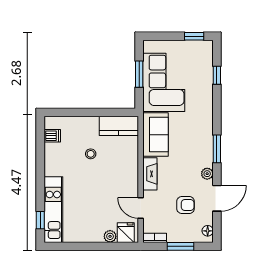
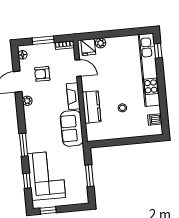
corner sofa: (164, 82) -> (46, 176), moved, turned 180
kitchen counter: (119, 126) -> (92, 107), moved, turned 90
window: (217, 149) -> (24, 145), moved
kitchen unit: (53, 210) -> (149, 70), width x1.36

